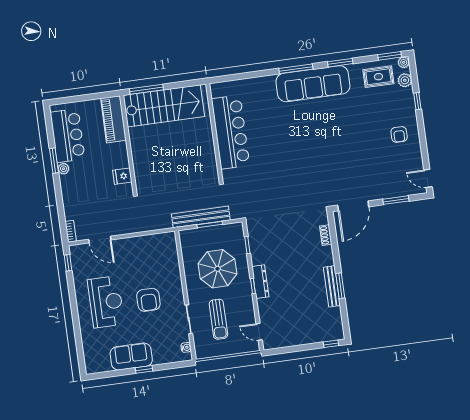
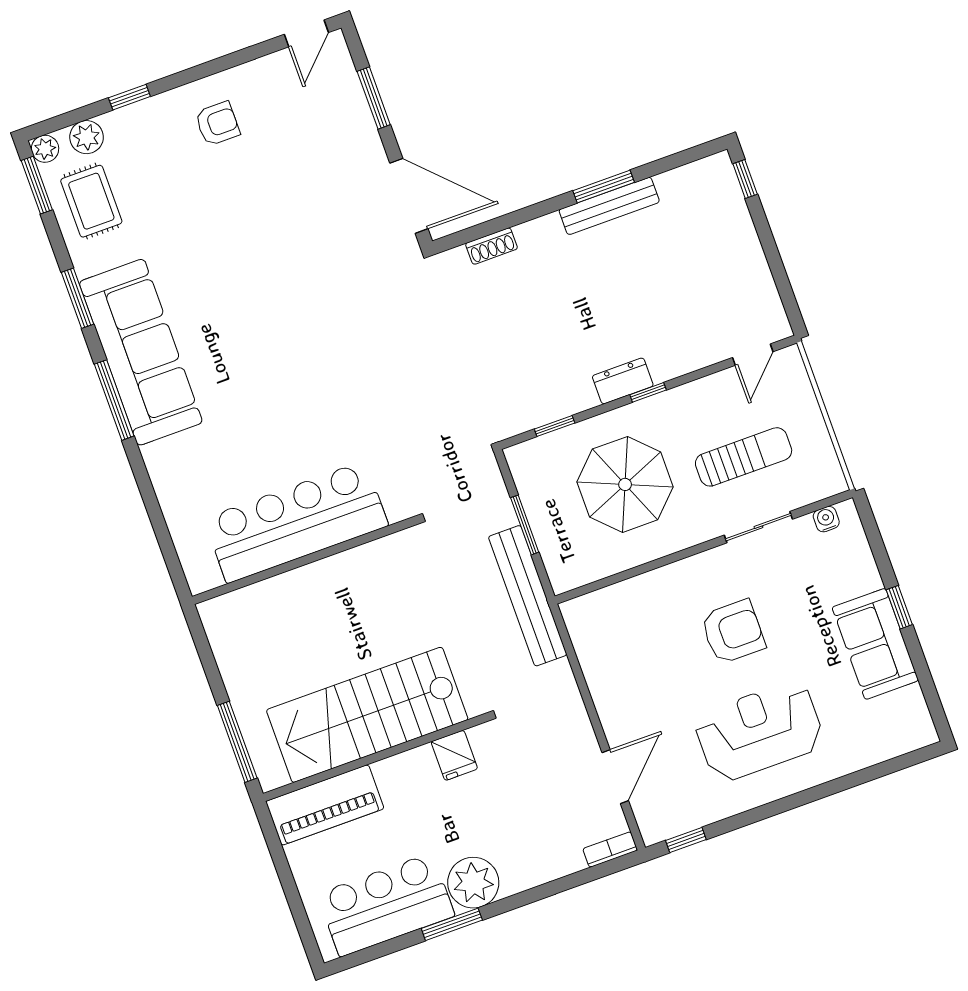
stairs: (164, 106) -> (367, 715), moved, turned -90
plant: (63, 169) -> (473, 883), width x1.88, depth x1.88
bench: (201, 217) -> (528, 596), moved
dresser: (260, 282) -> (623, 381), width x0.70

